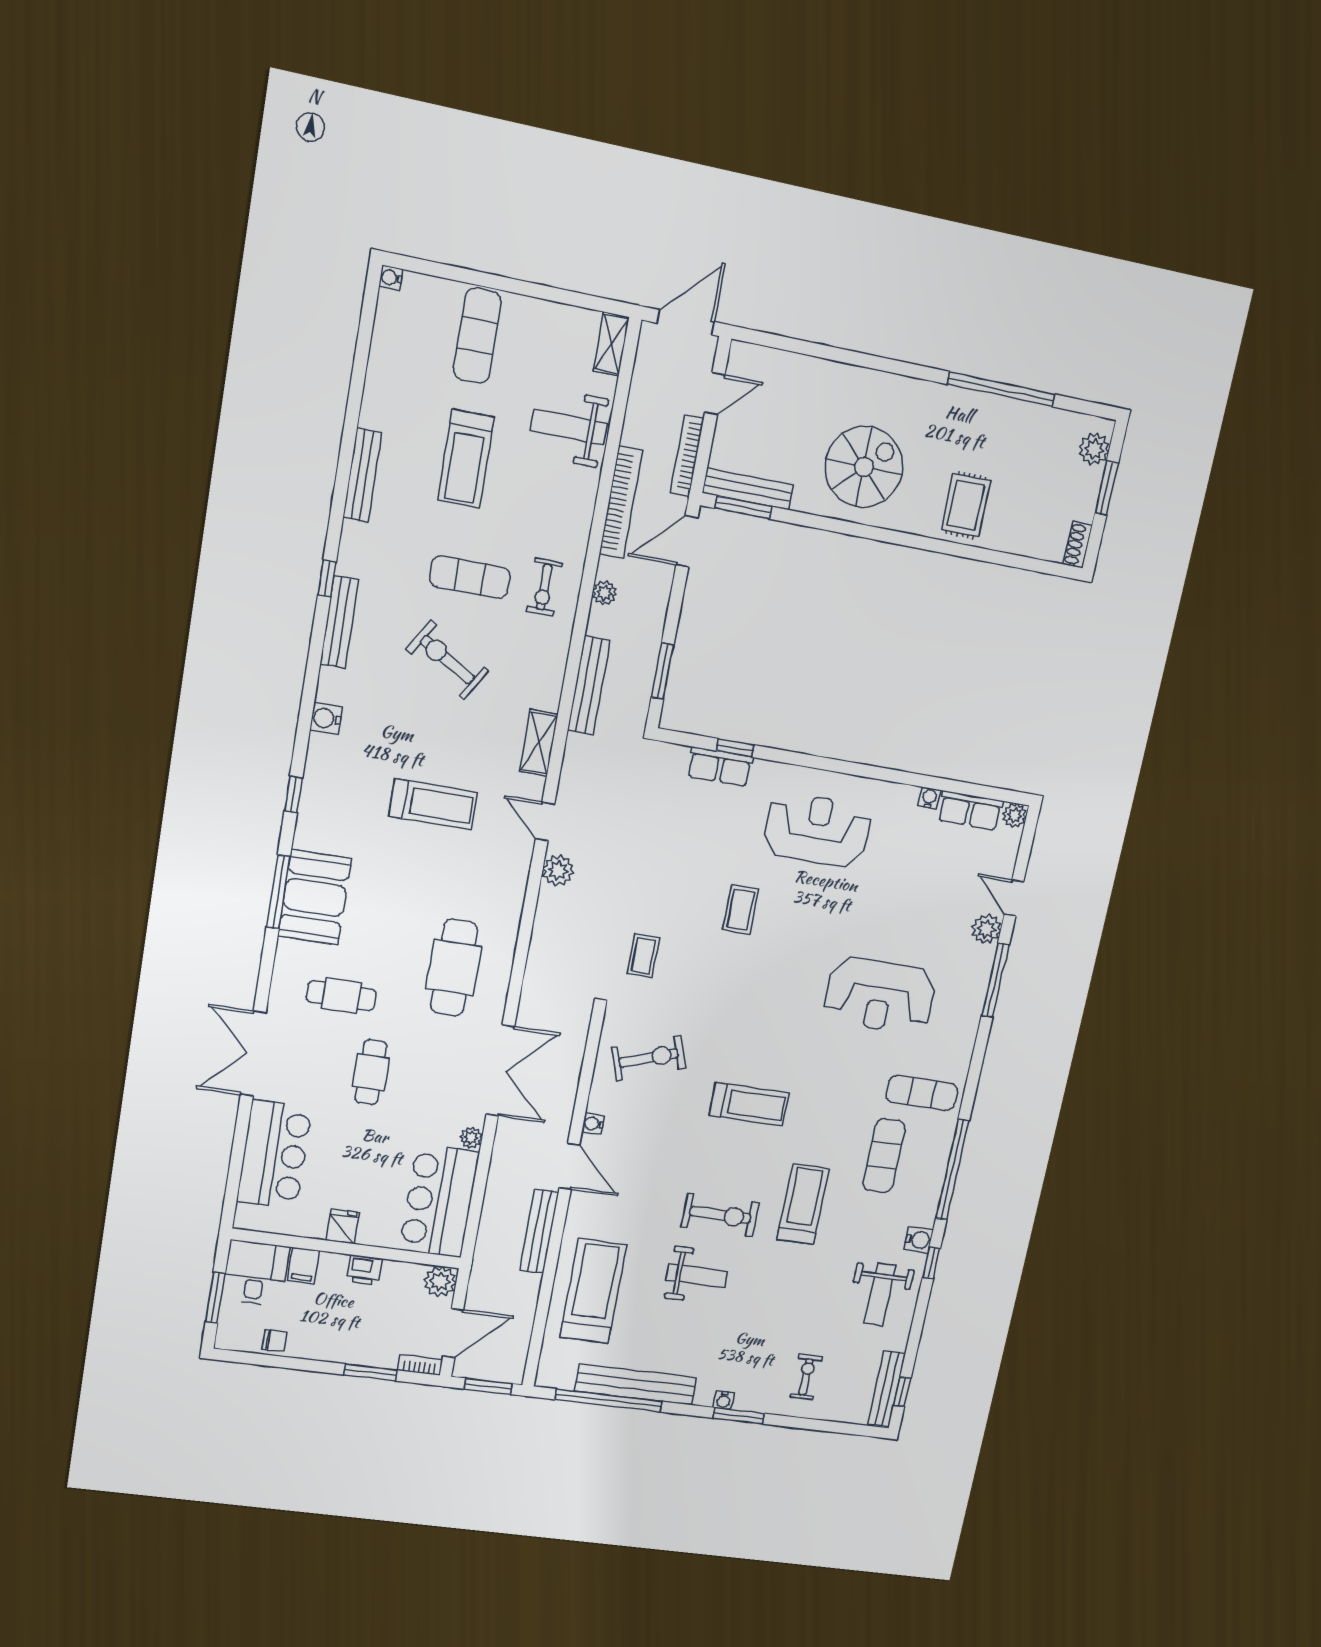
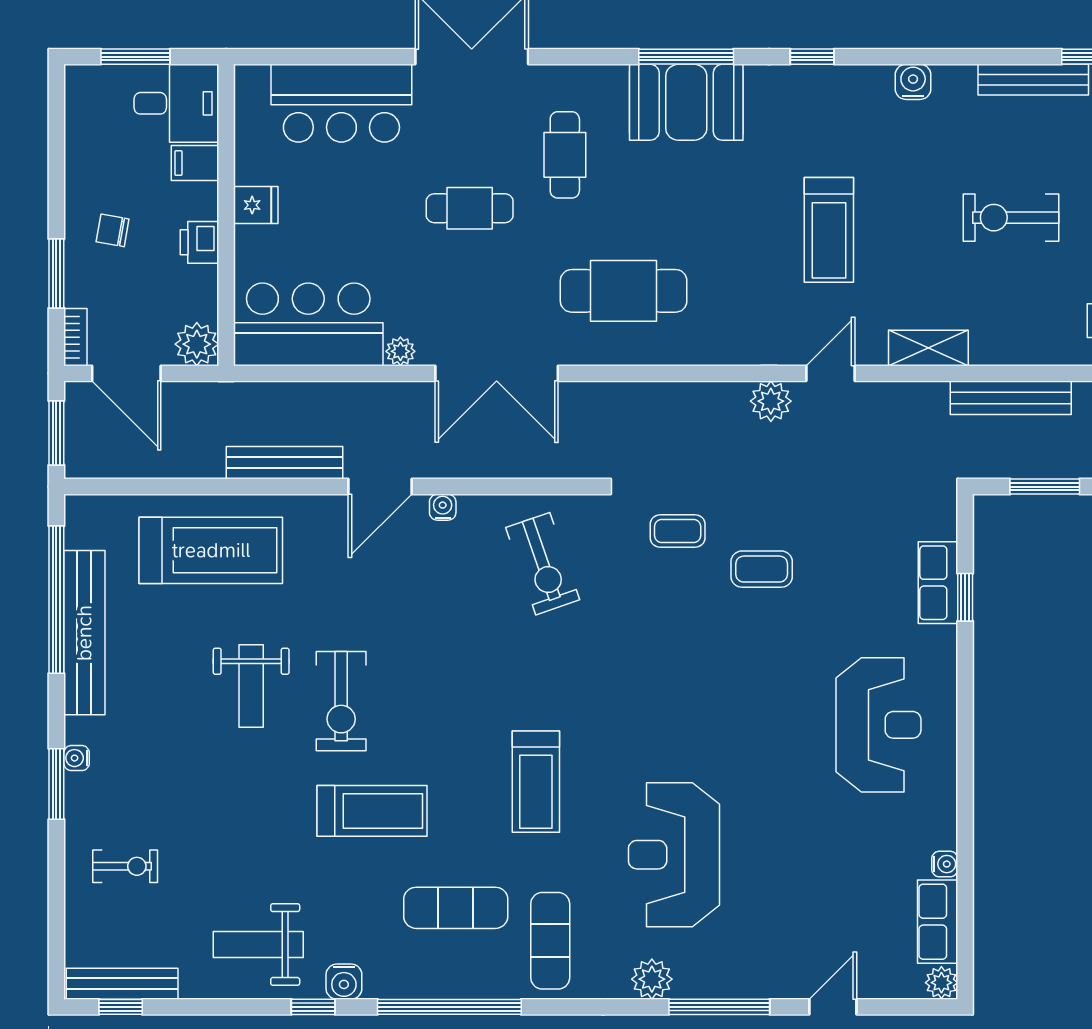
exercise bike: (447, 660) -> (1011, 218), turned -121
coffee table: (740, 910) -> (762, 569), moved
plant: (986, 929) -> (652, 979), moved
treadmill: (749, 1104) -> (536, 782), moved
chair: (274, 1341) -> (113, 230), moved, turned 100

